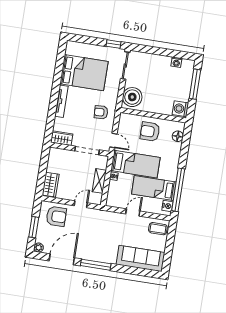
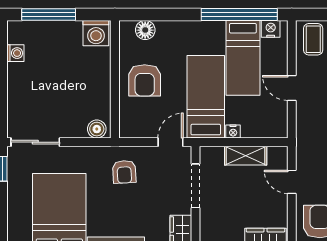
boiler: (132, 97) -> (97, 129), width x0.54, depth x0.54

